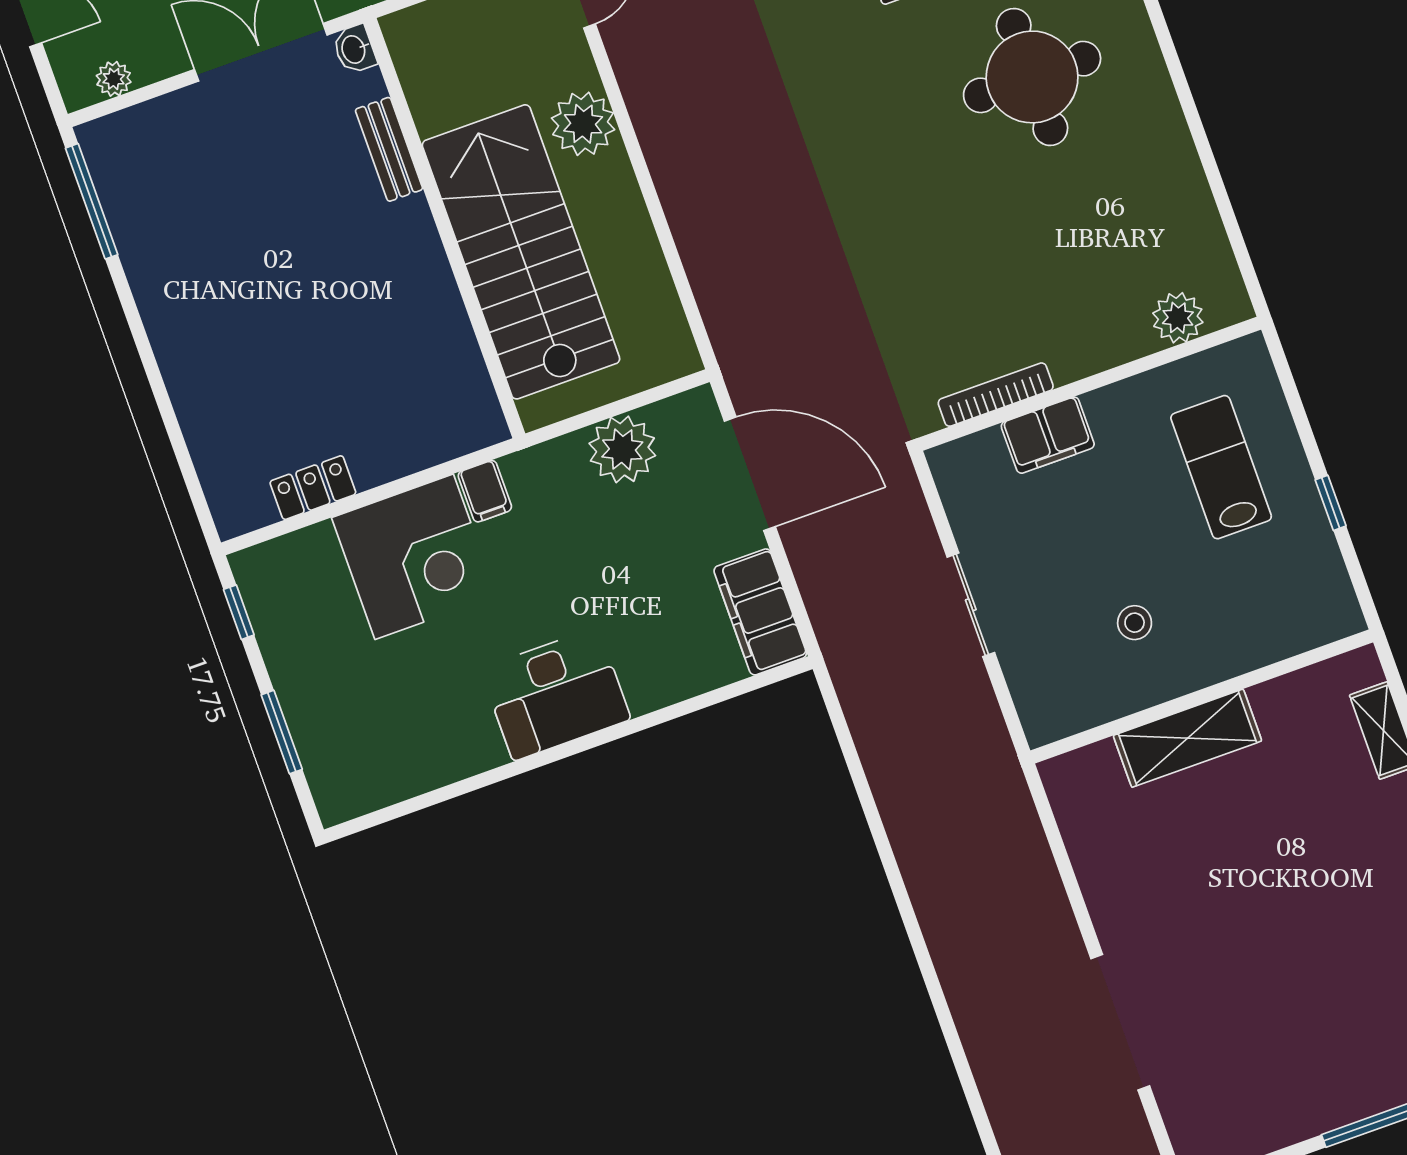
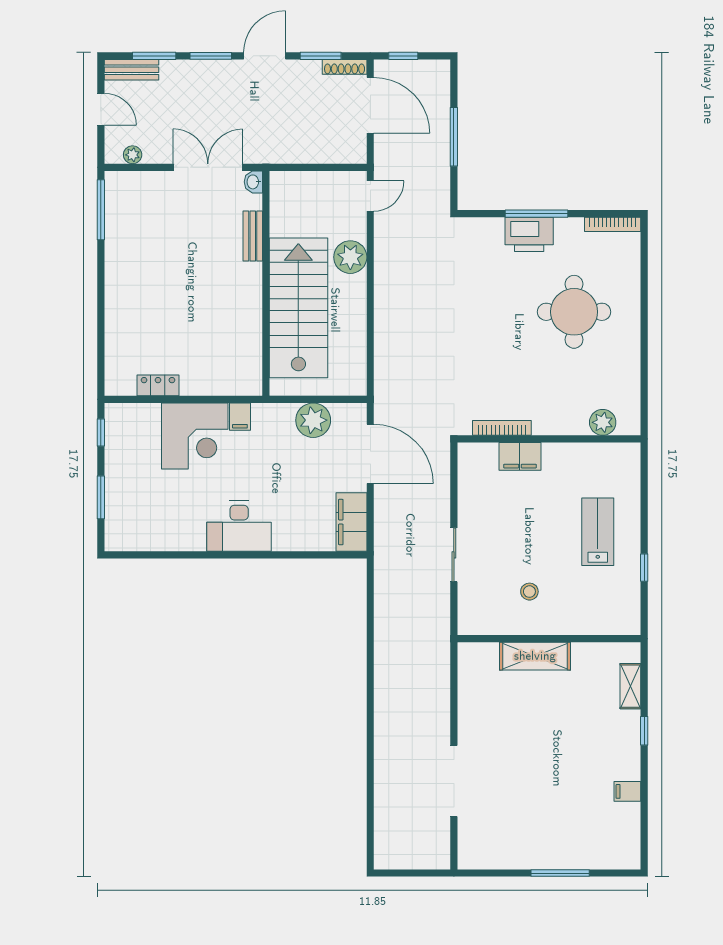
plant: (1178, 318) -> (603, 422), moved
wall: (1090, 384) -> (549, 439), moved
bookcase: (996, 395) -> (502, 428), moved
filing cabinet: (1048, 435) -> (520, 456), moved

